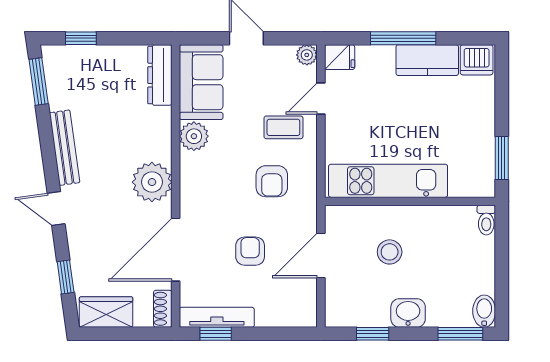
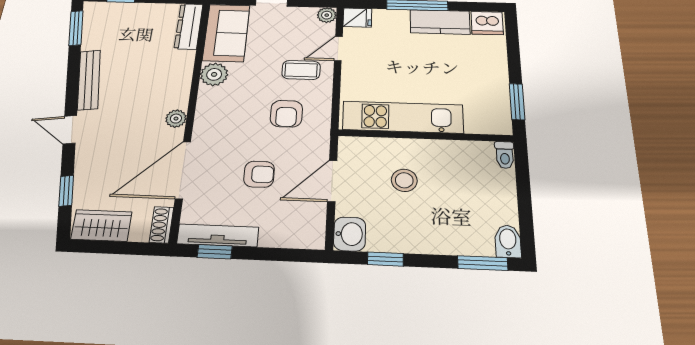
plant: (152, 182) -> (176, 119), width x0.53, depth x0.53
armchair: (250, 251) -> (259, 174), turned 90
washbasin: (408, 313) -> (350, 234), moved, turned 90

